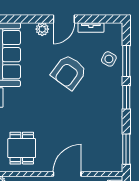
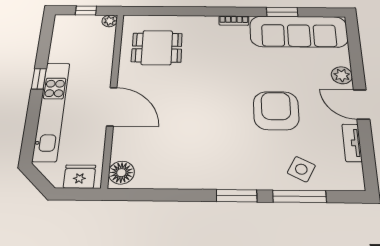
armchair: (69, 72) -> (276, 111), turned 54
window: (126, 149) -> (146, 195), removed
floor lamp: (112, 165) -> (121, 173), added

